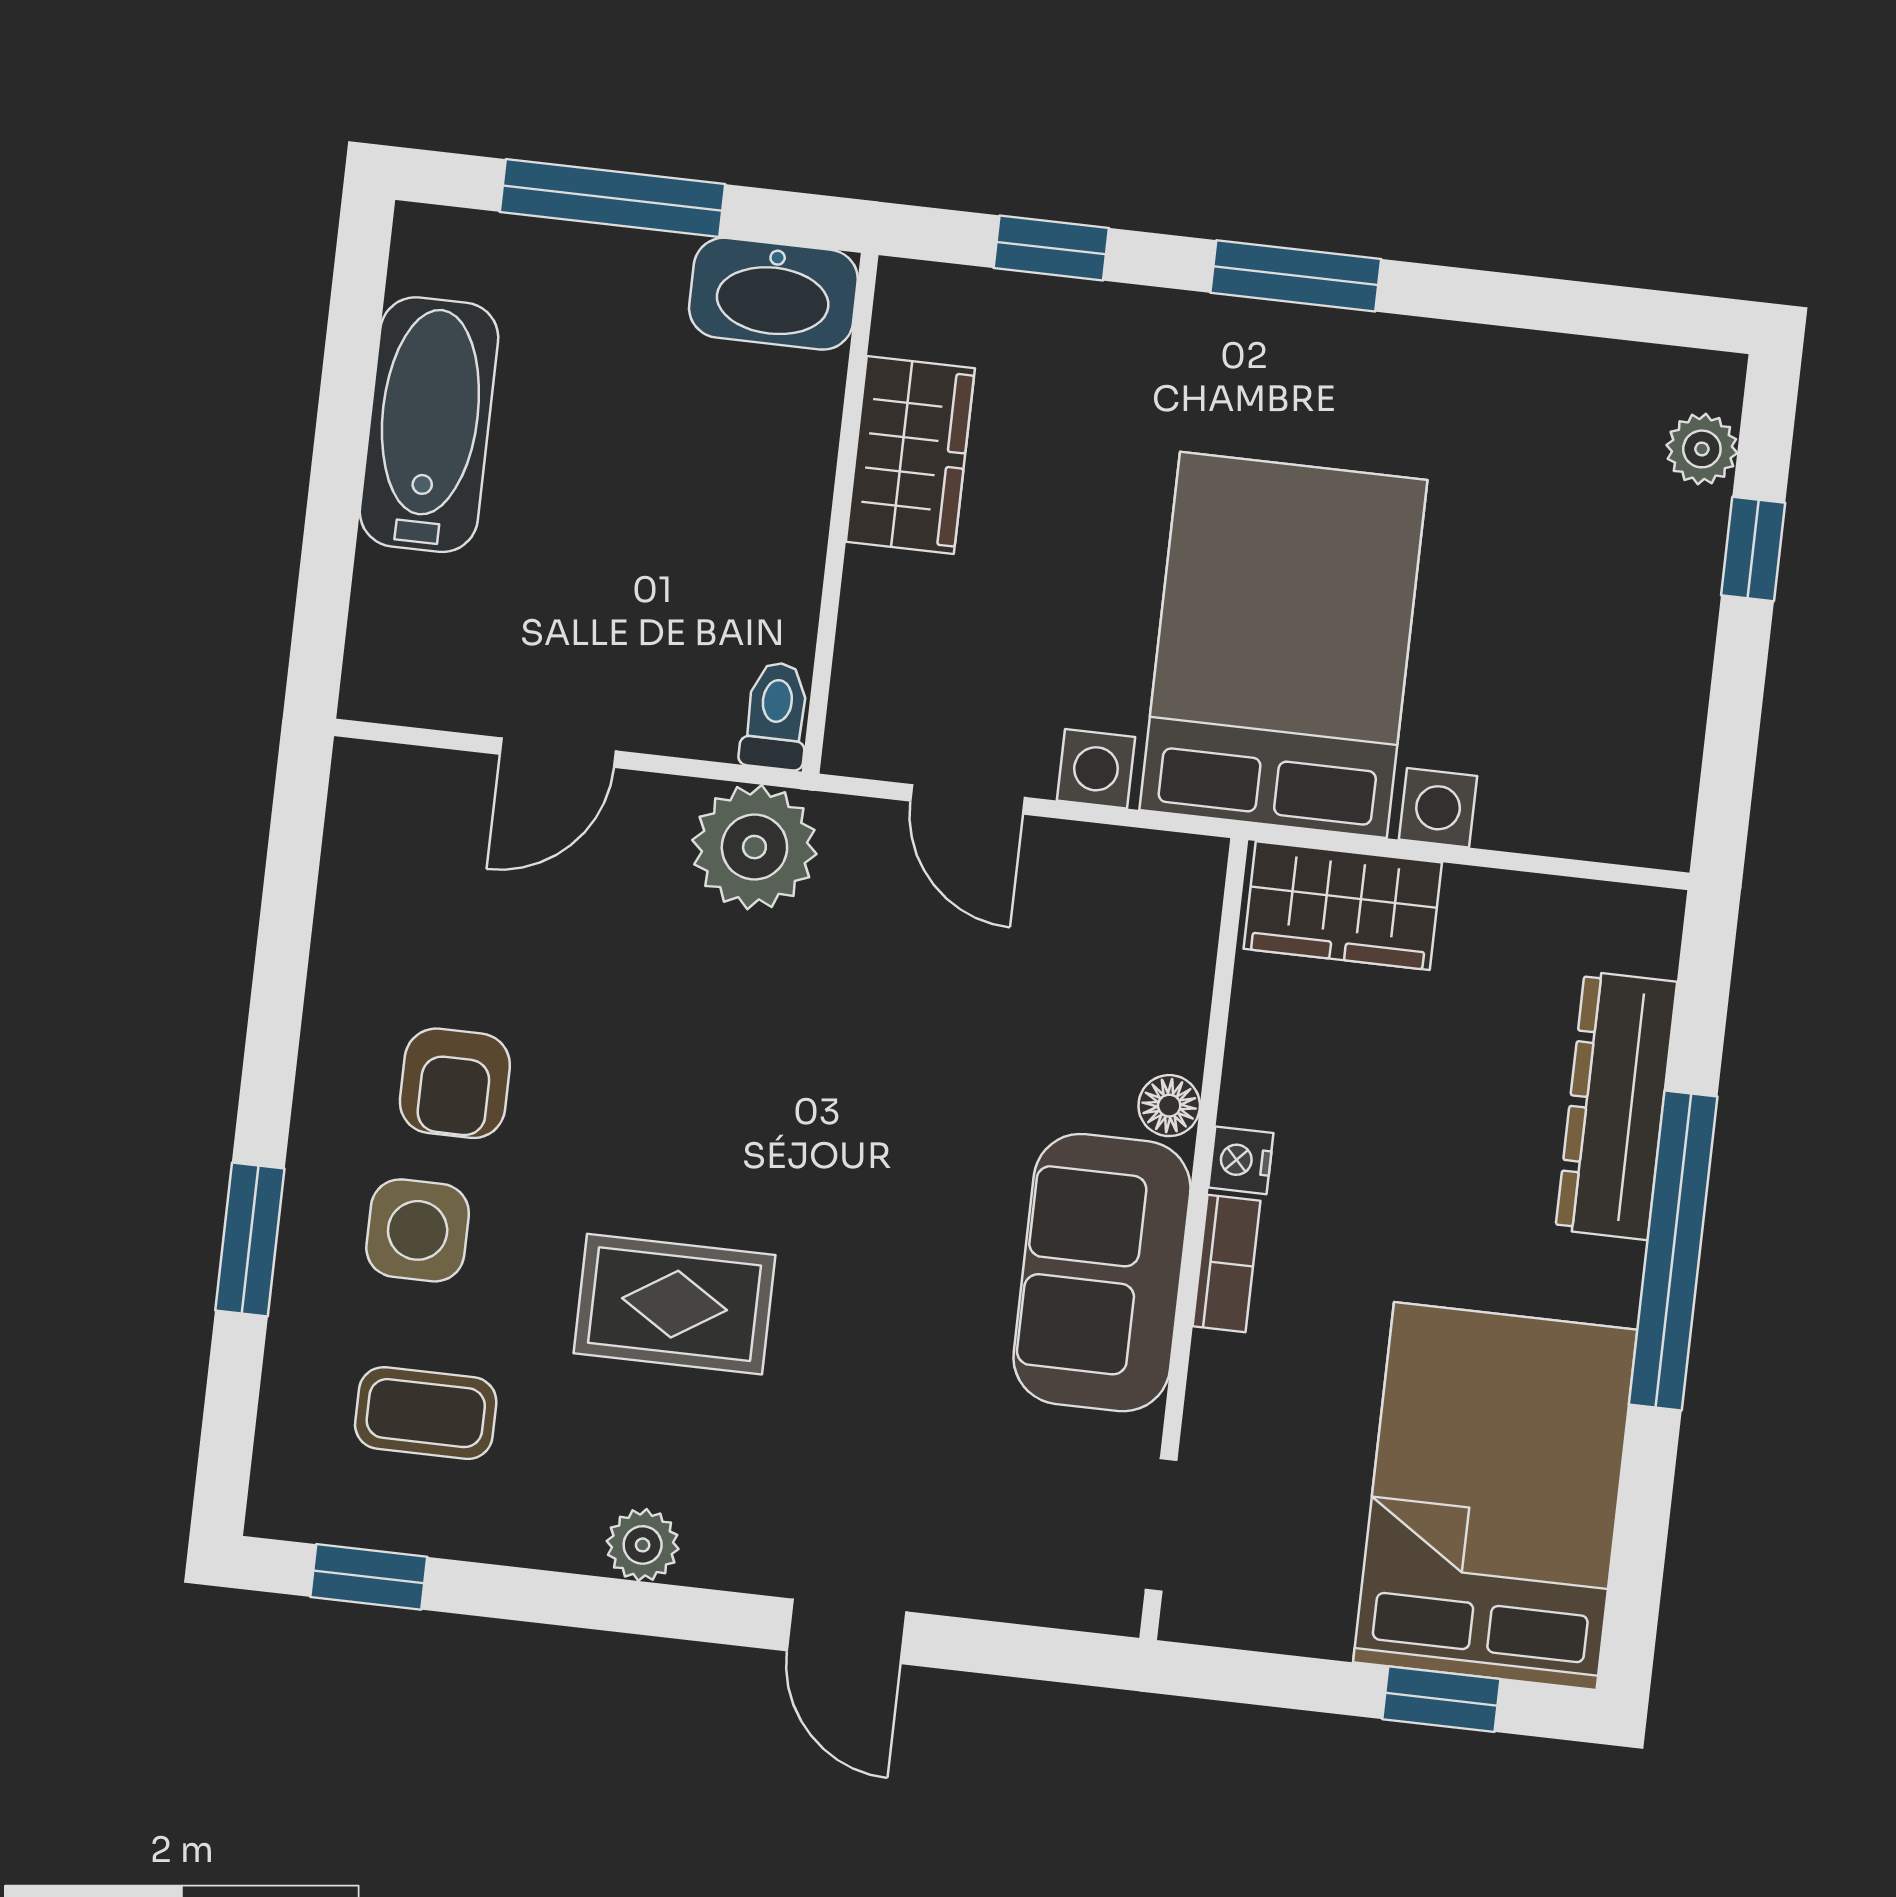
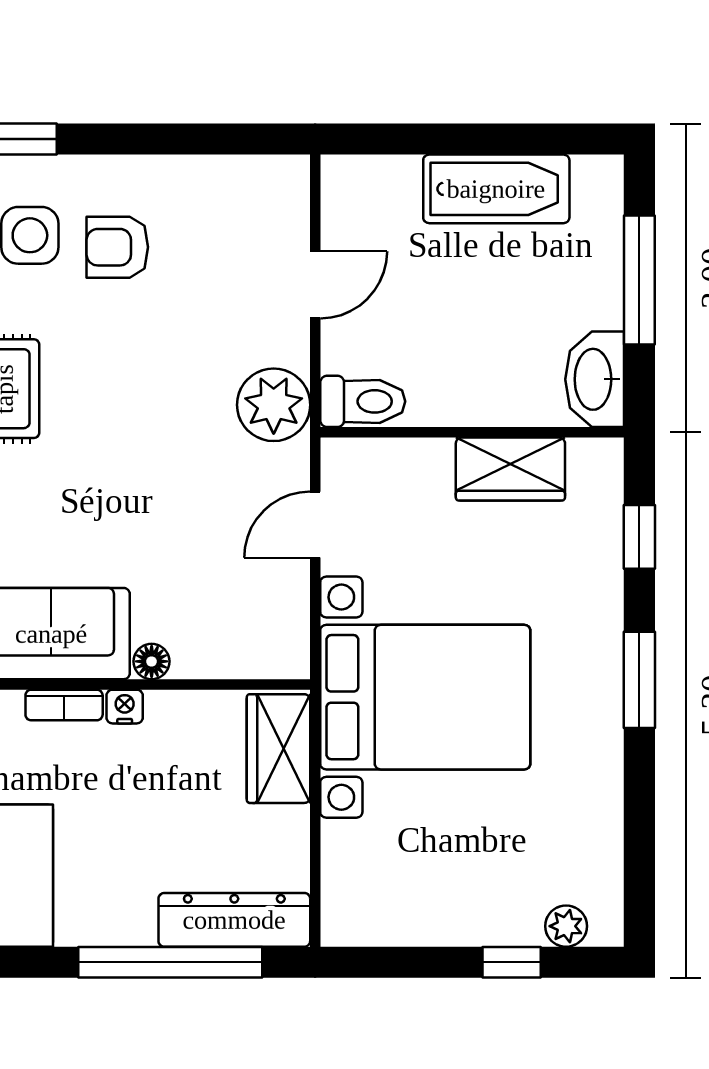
toilet: (776, 716) -> (363, 401), width x1.37, depth x1.39
door: (558, 753) -> (315, 285), swing flipped
dresser: (1616, 1106) -> (234, 920), moved
window: (1673, 1250) -> (170, 962), moved

